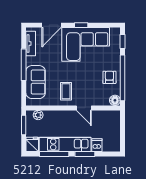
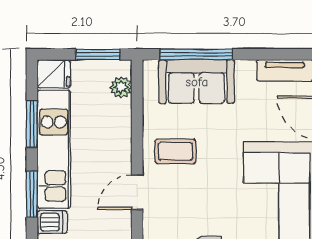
window: (24, 65) -> (196, 54), moved
window: (54, 154) -> (32, 124), width x0.69

